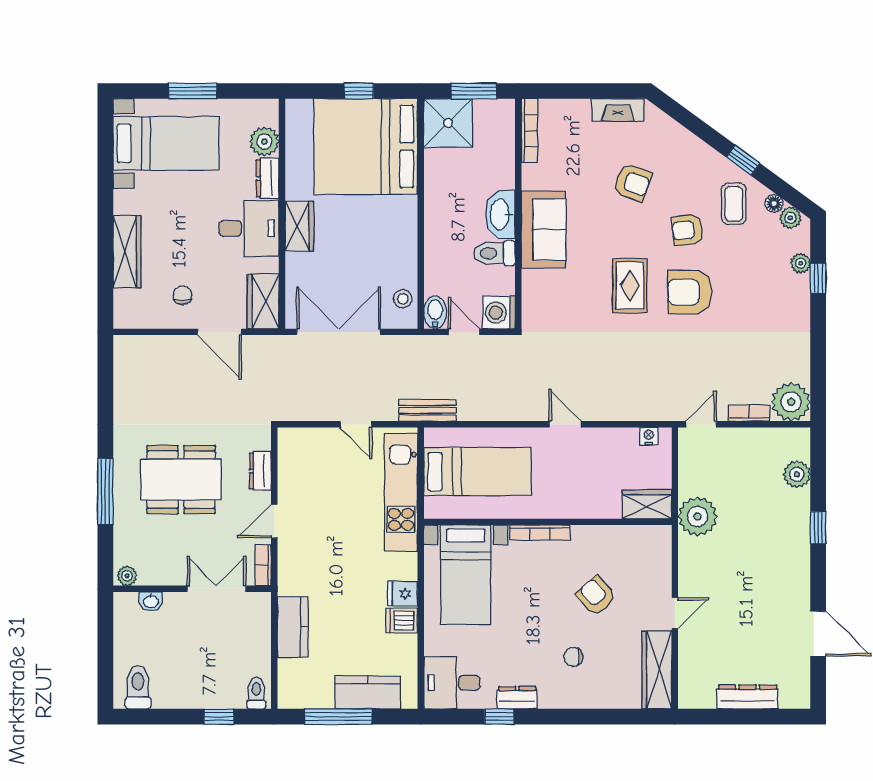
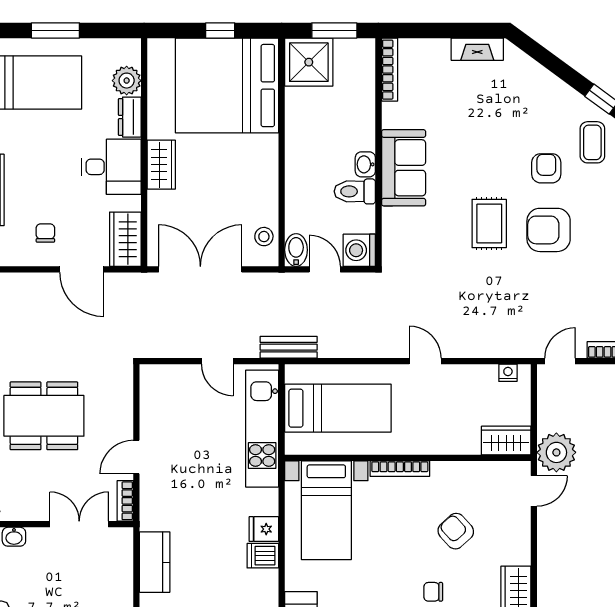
armchair: (632, 183) -> (492, 121), removed
washbasin: (500, 214) -> (365, 164), width x0.52, depth x0.69
armchair: (687, 230) -> (546, 168), turned 96
dresser: (260, 471) -> (123, 407), removed
door: (675, 613) -> (534, 491), moved

